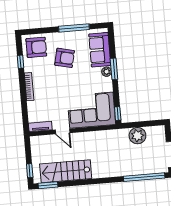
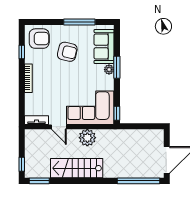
plant: (137, 136) -> (87, 138), moved
stairs: (66, 171) -> (77, 168), moved

